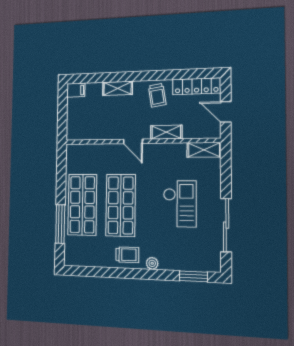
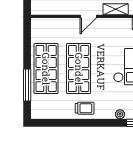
door: (133, 141) -> (88, 16), hinge flipped
plant: (152, 263) -> (120, 114), moved

